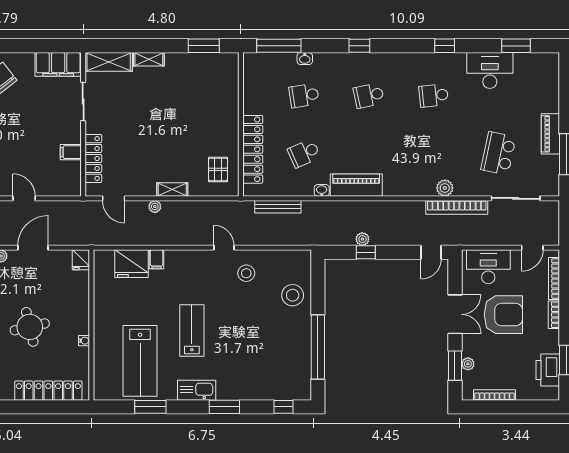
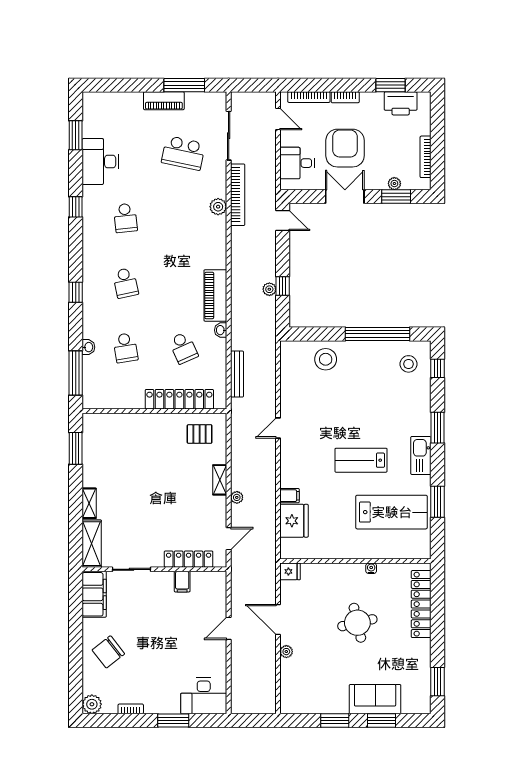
desk: (488, 267) -> (297, 163), width x0.73
stool: (246, 273) -> (409, 364), moved

